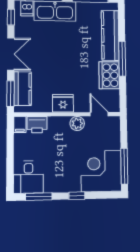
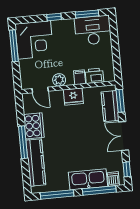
filing cabinet: (20, 125) -> (80, 77), moved
desk: (28, 177) -> (93, 30), width x1.37

